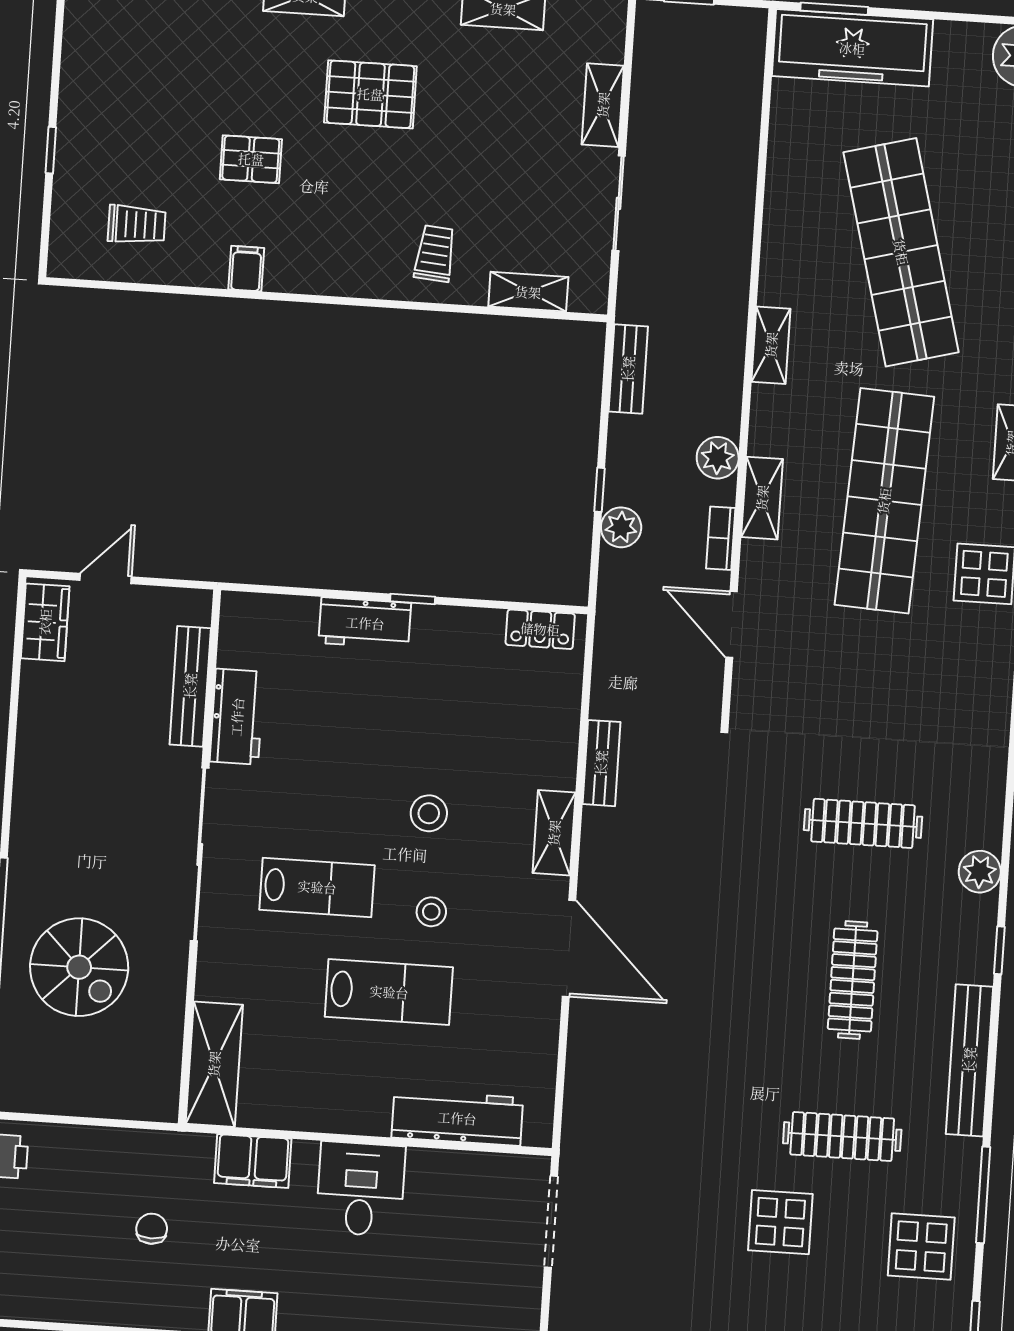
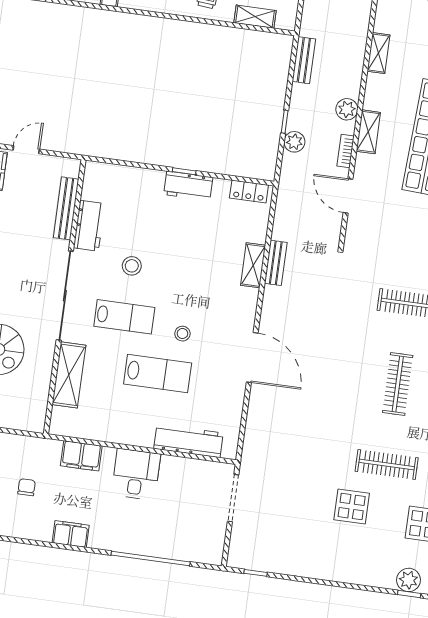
workbench: (365, 623) -> (188, 186), moved
stool: (429, 813) -> (132, 266), moved
shelving: (554, 833) -> (253, 265), moved
shelving: (214, 1064) -> (69, 375), moved

